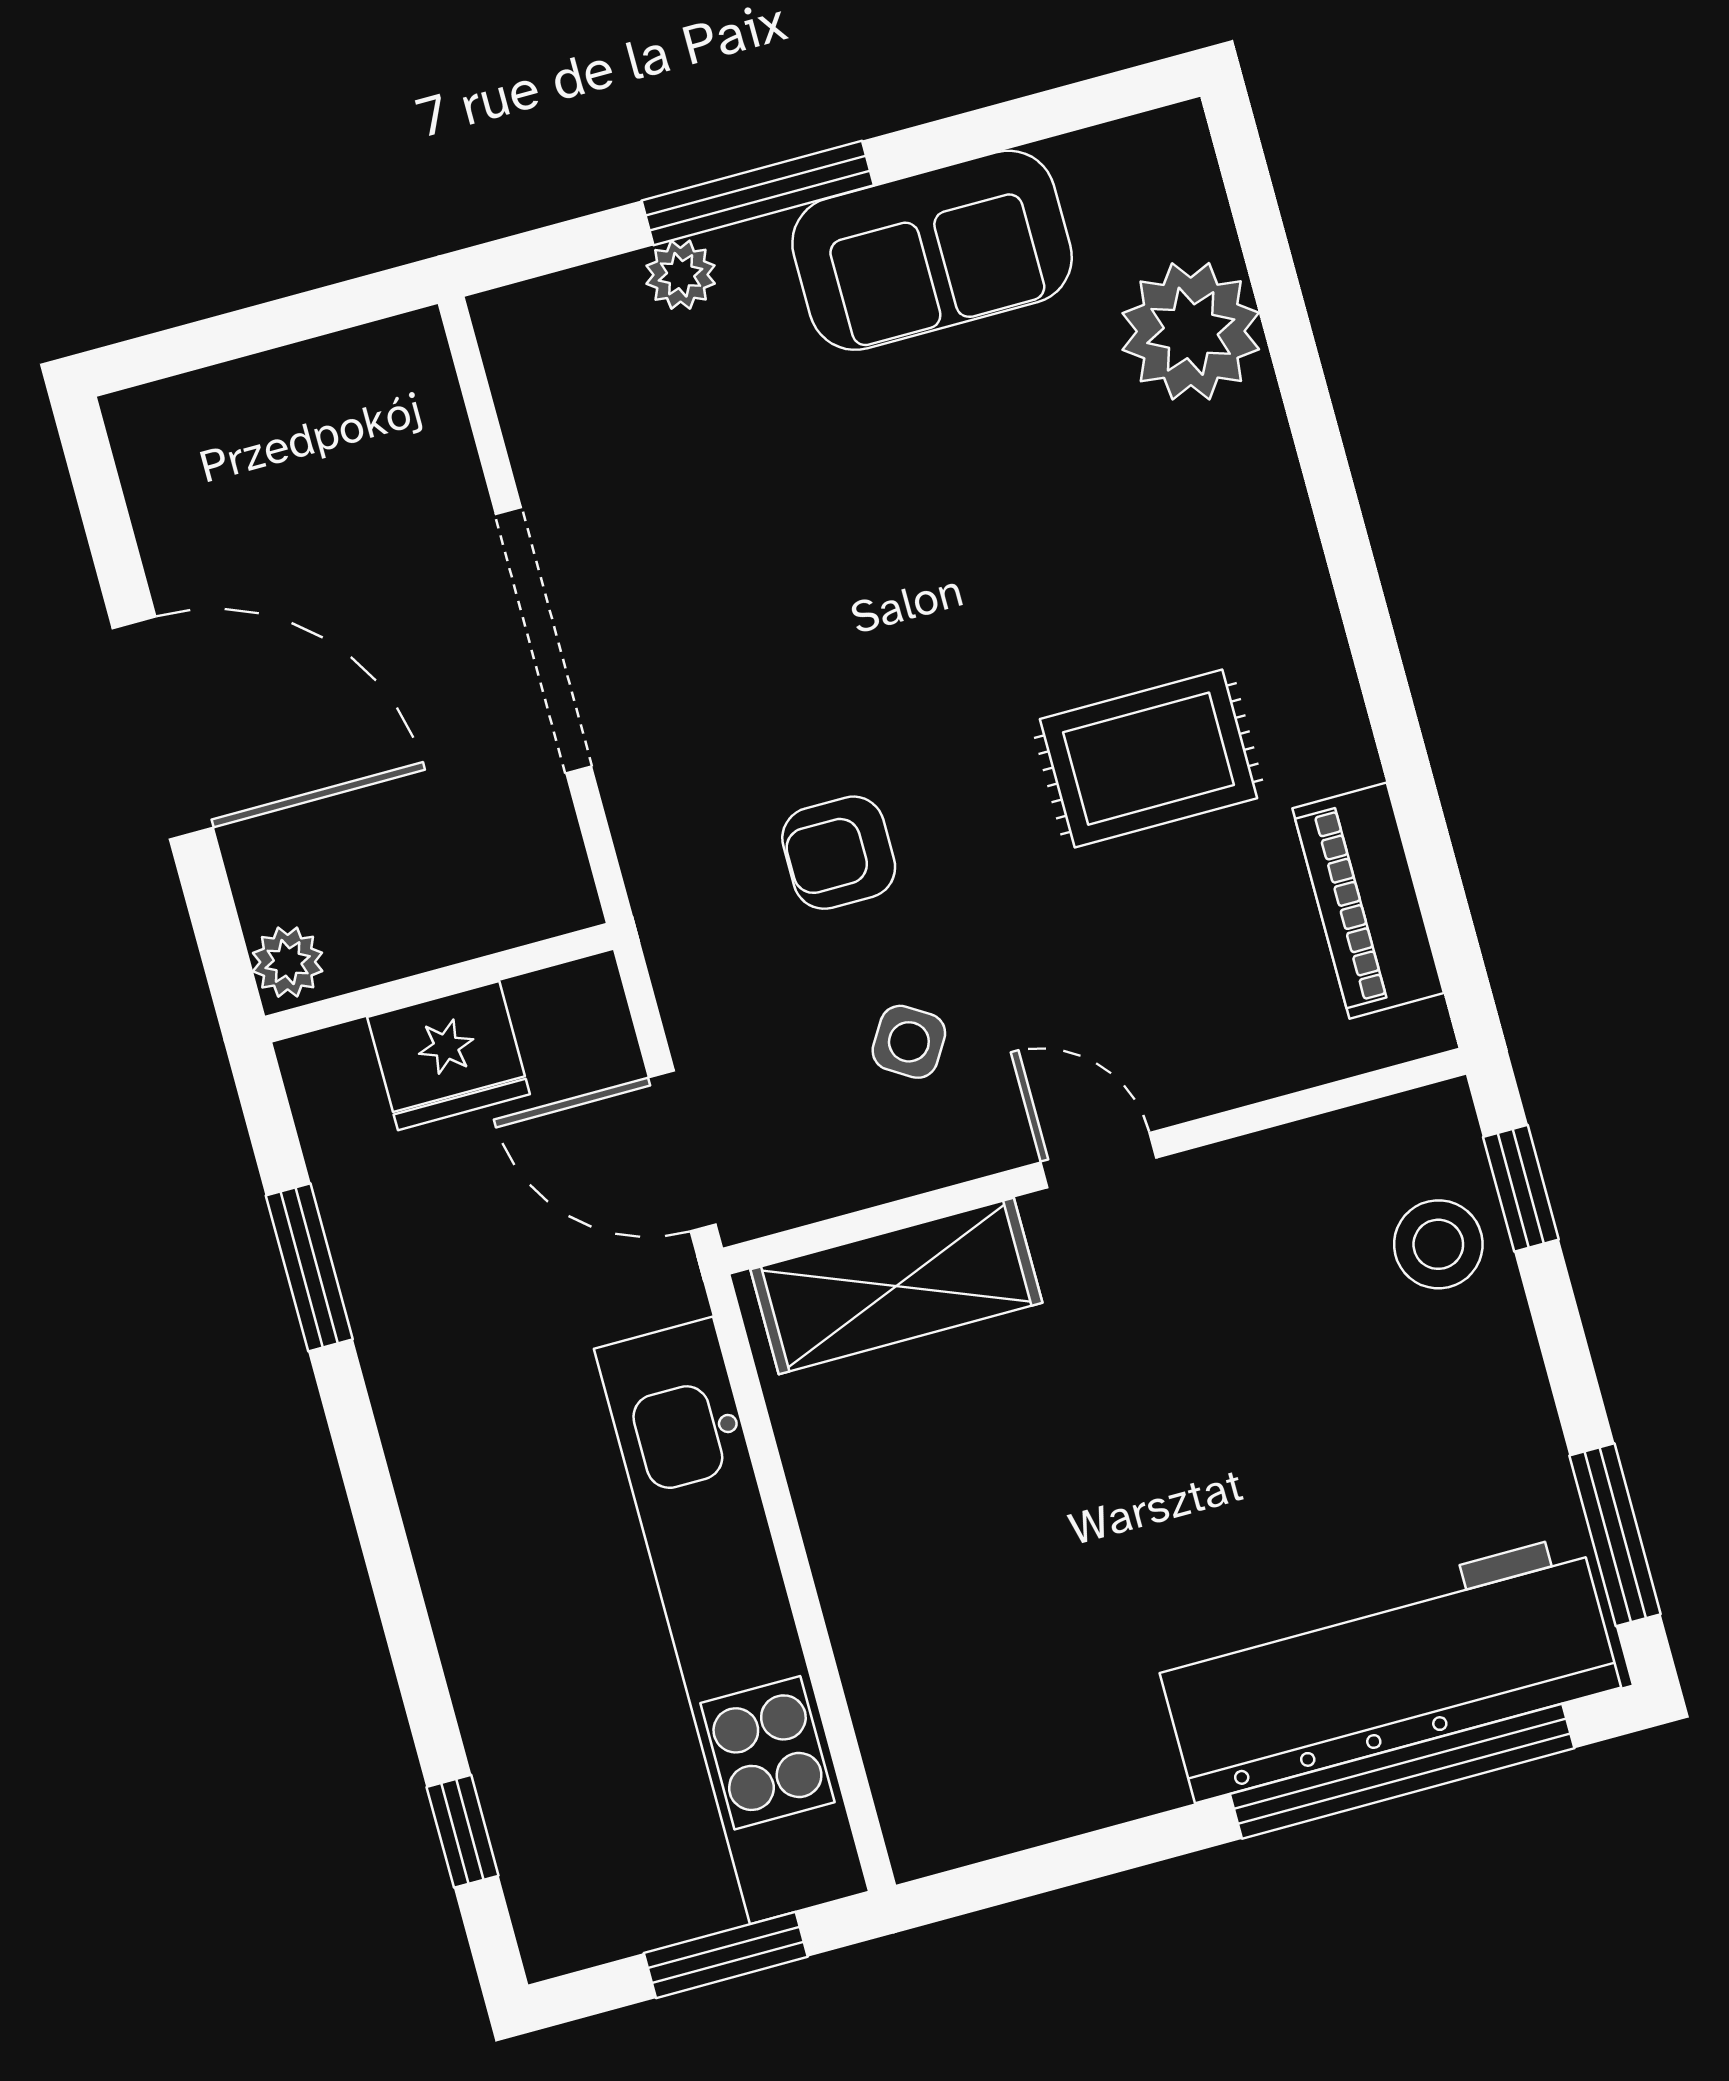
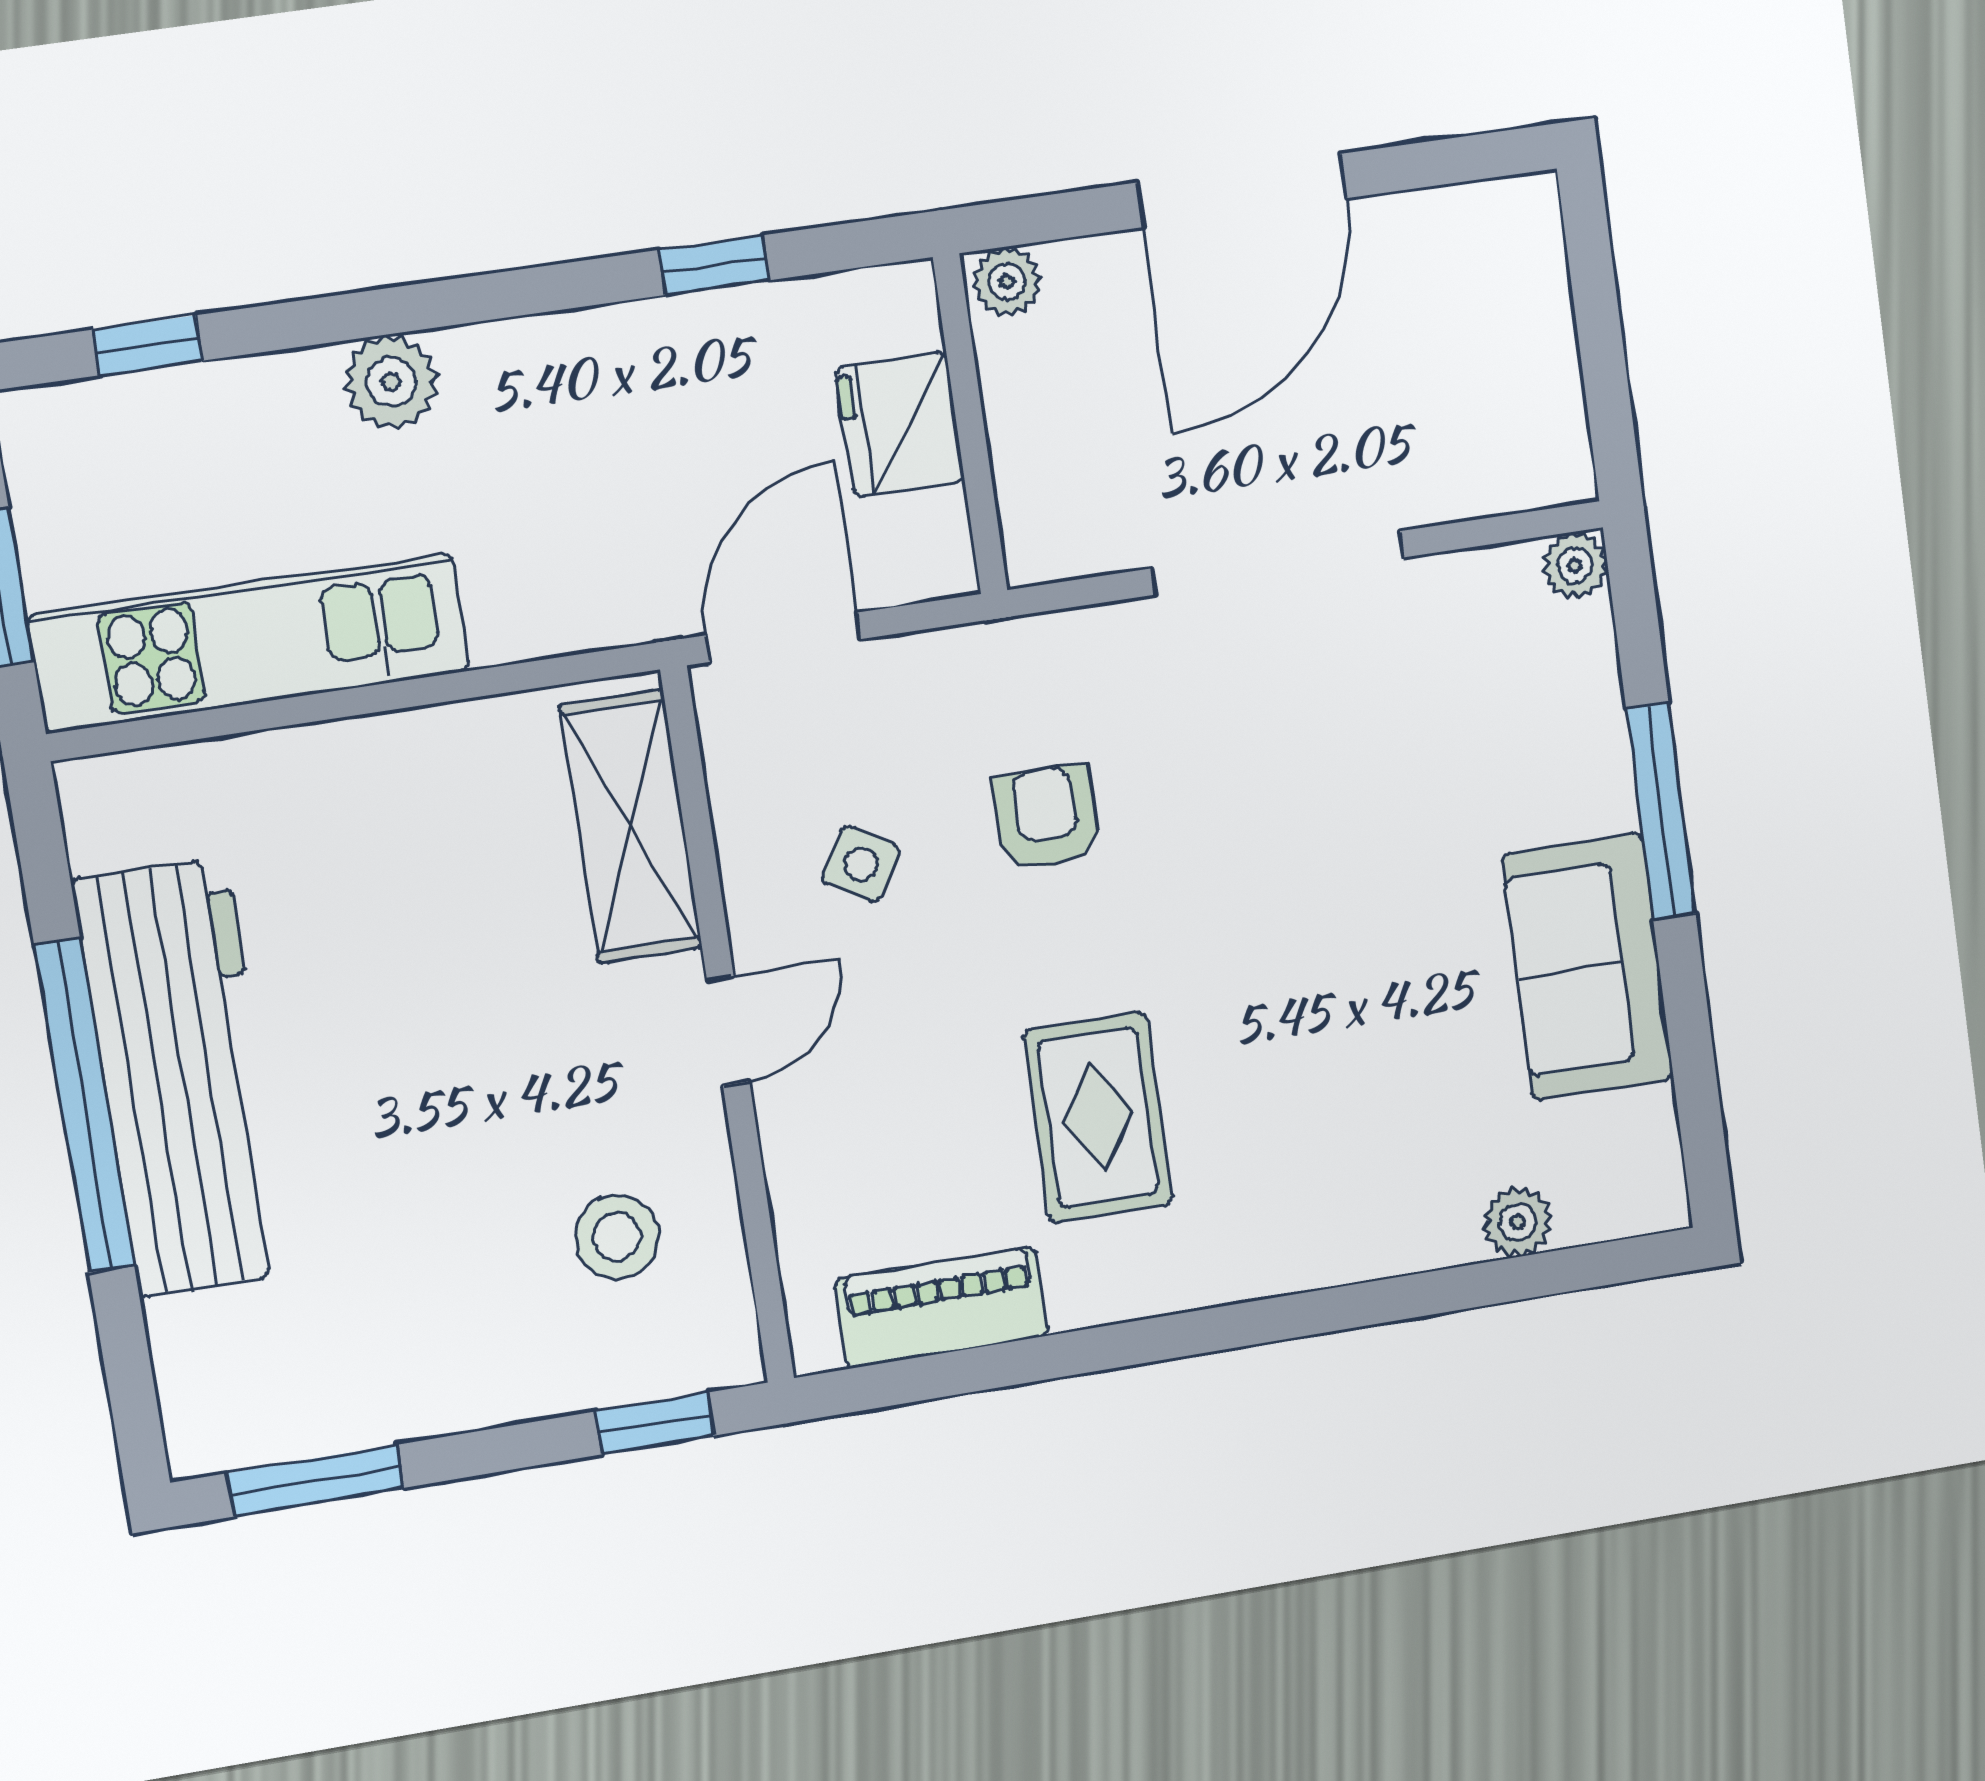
plant: (681, 275) -> (1575, 565), moved
plant: (1191, 331) -> (1517, 1222), width x0.53, depth x0.53
stool: (1438, 1244) -> (617, 1237), moved
window: (309, 1267) -> (714, 265), width x0.67
plant: (469, 1583) -> (391, 382), added
kitchen unit: (731, 1620) -> (249, 643), width x0.73
workbench: (1387, 1668) -> (183, 1078), moved
window: (1402, 1771) -> (84, 1106), moved

